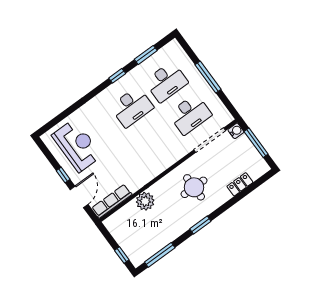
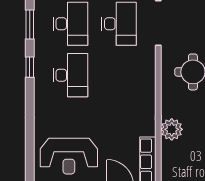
reception desk: (77, 146) -> (69, 156), turned 180

